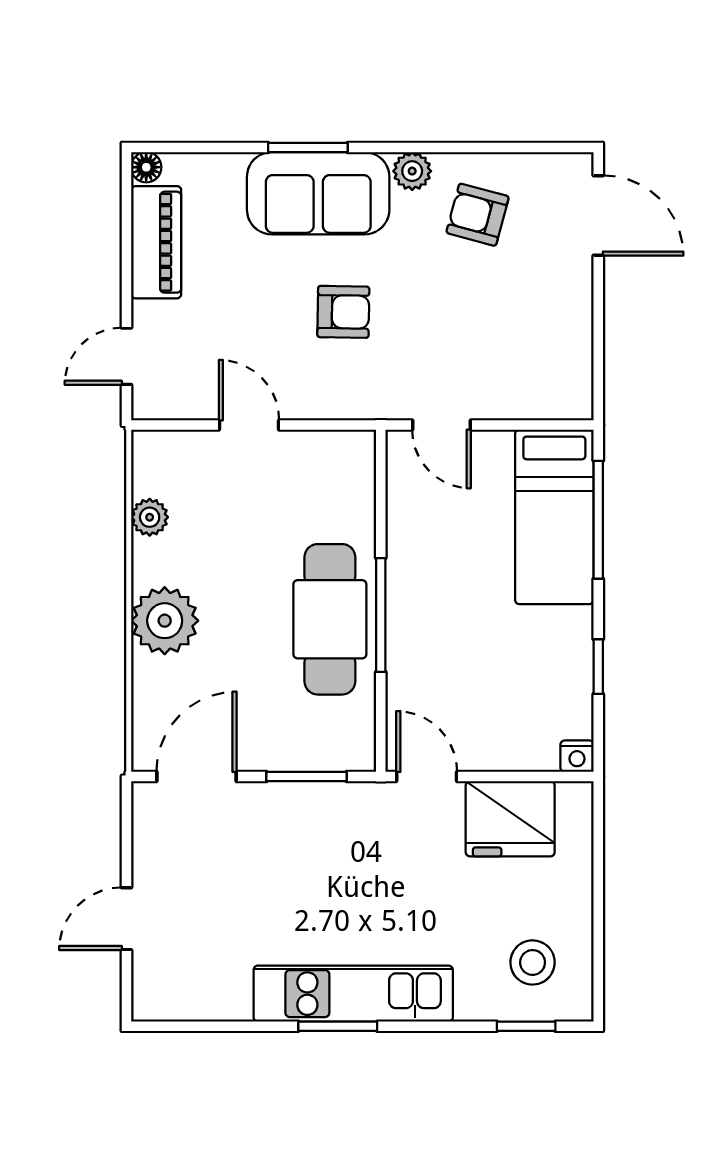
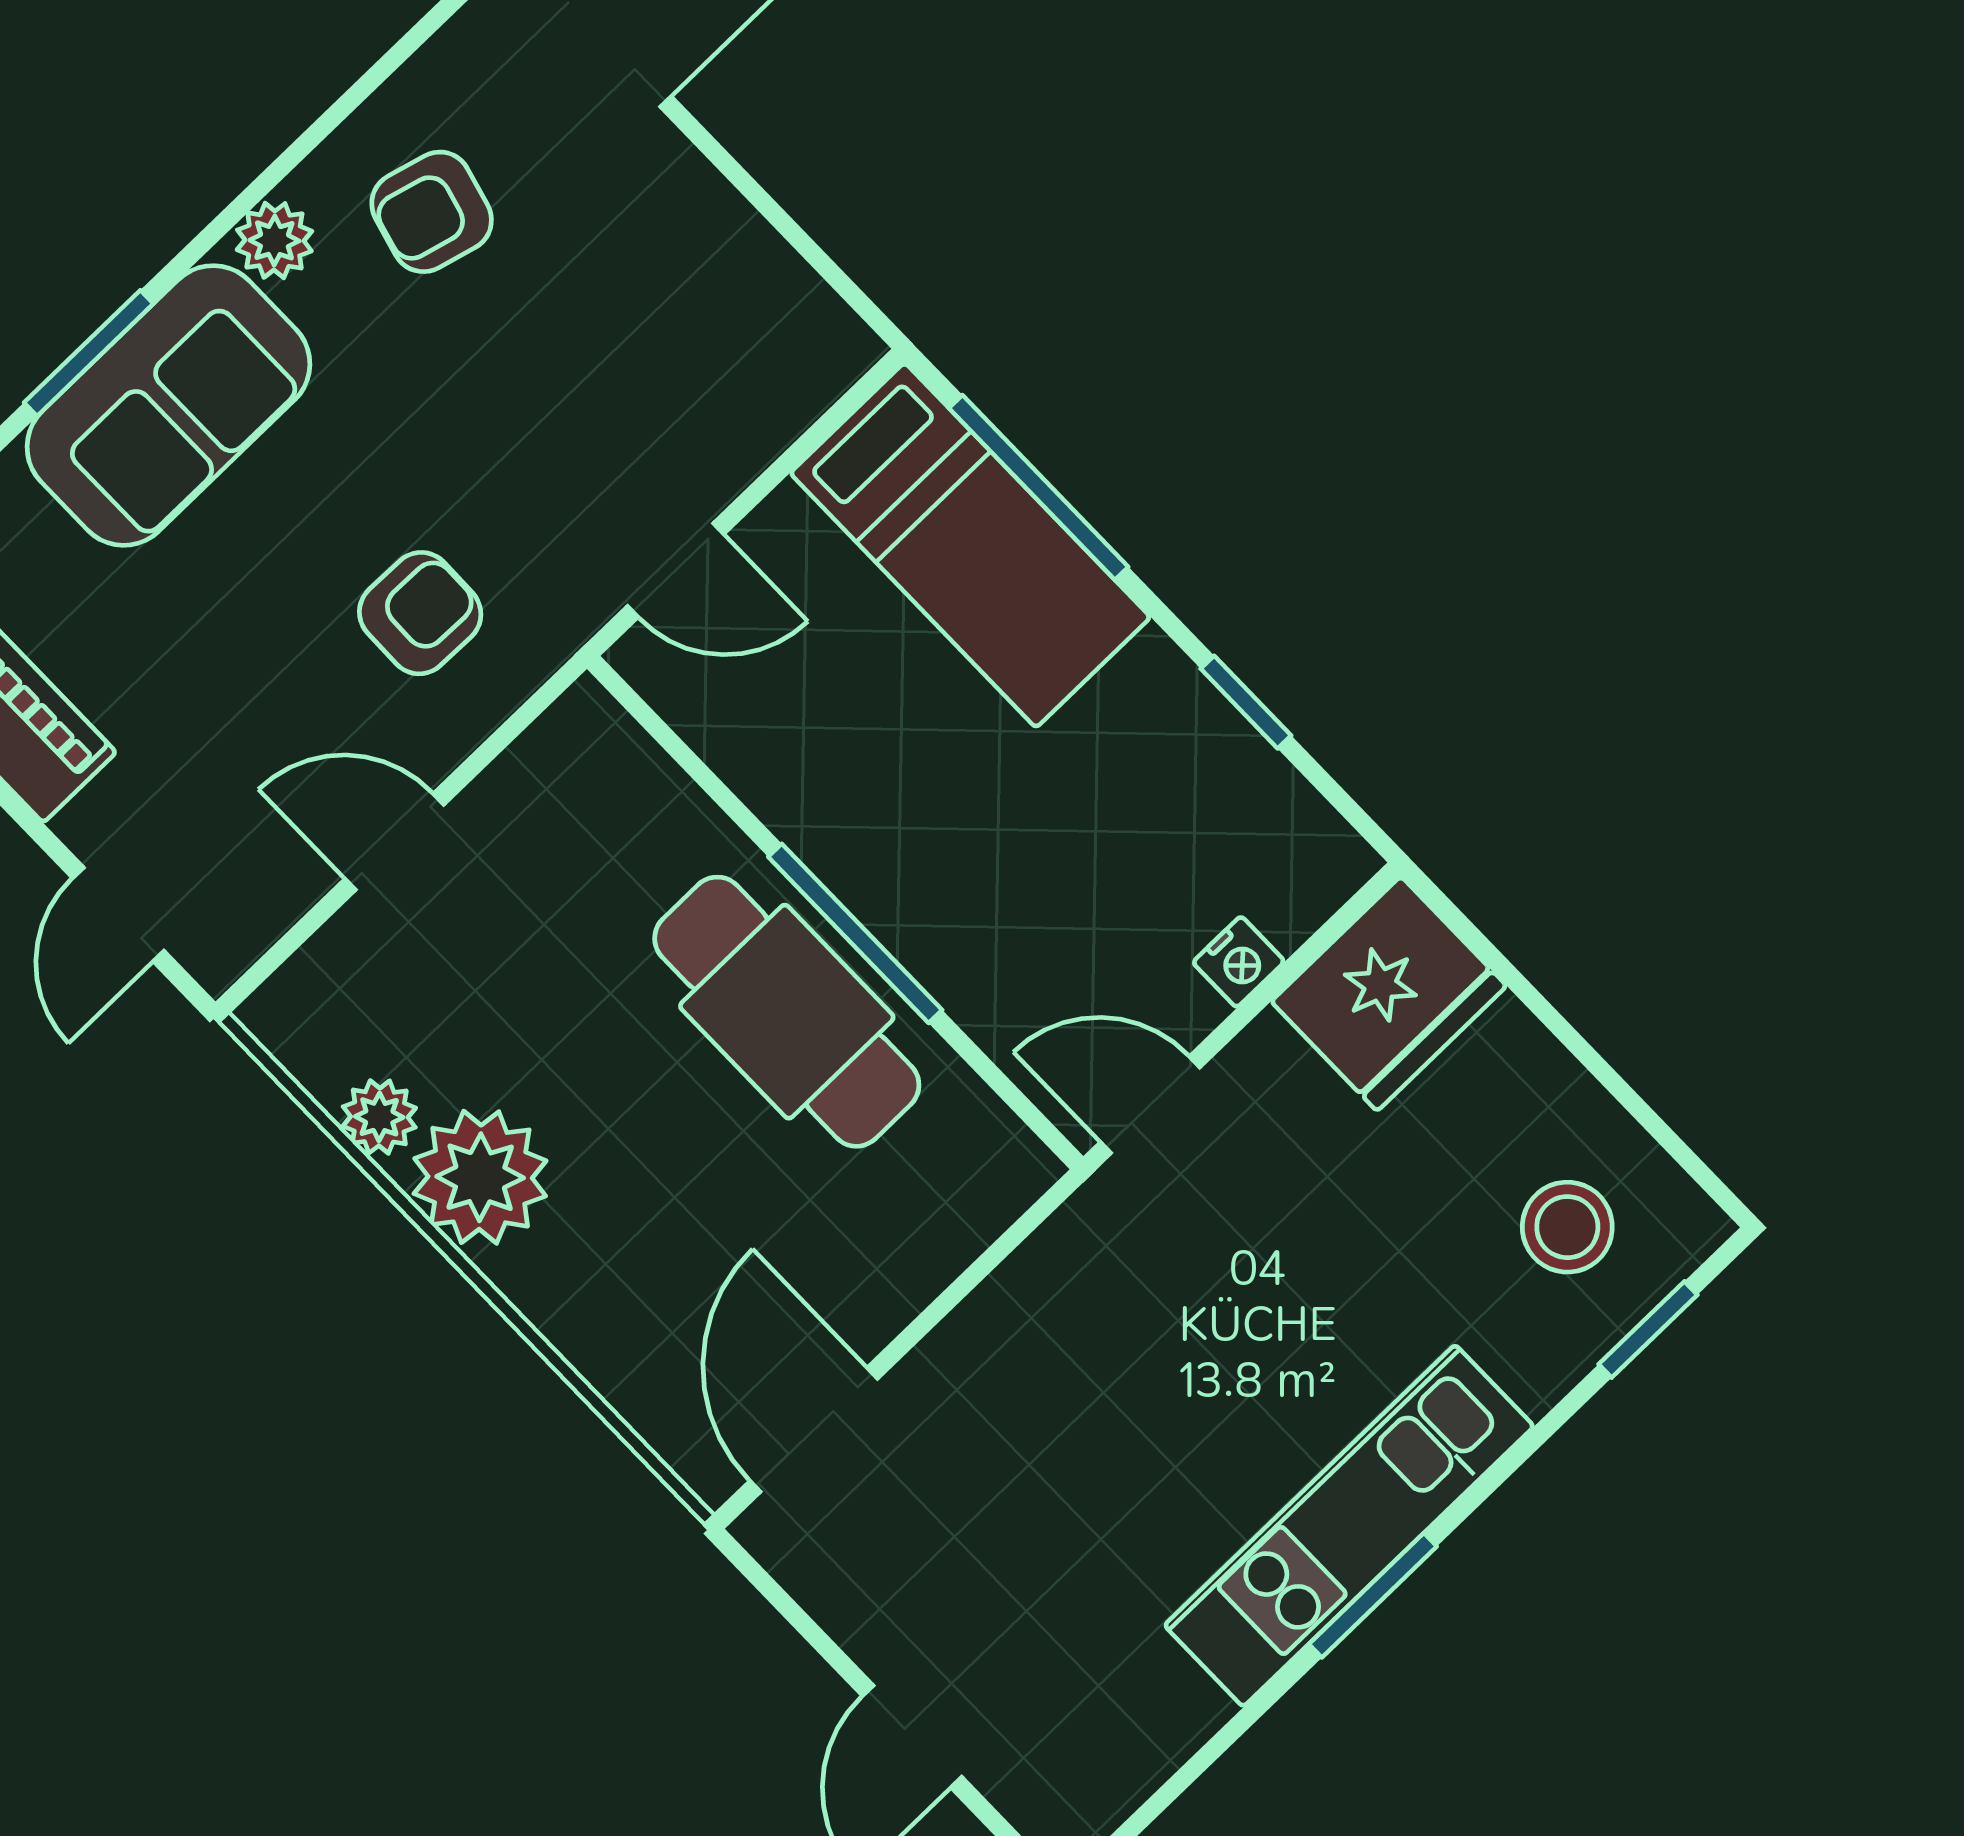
armchair: (343, 312) -> (420, 613), moved
plant: (165, 621) -> (480, 1177), moved
nightstand: (577, 756) -> (1239, 962), moved
window: (306, 777) -> (974, 1274), removed
fridge: (510, 819) -> (1389, 994), moved

